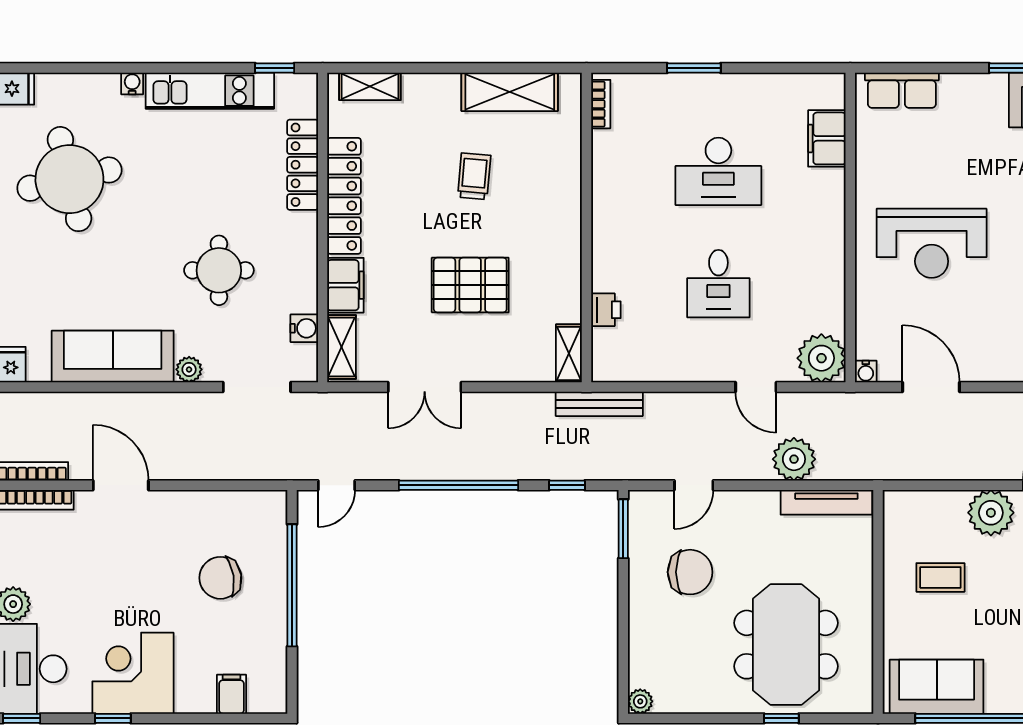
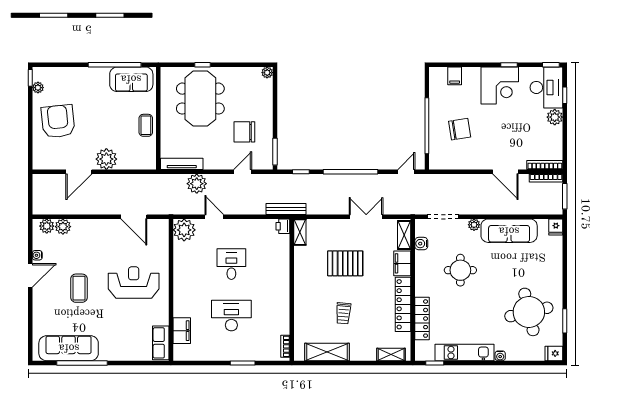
row of seats: (902, 90) -> (161, 343), moved, turned -90
printer: (606, 310) -> (283, 226), moved
water cooler: (866, 372) -> (164, 224), removed
coffee table: (940, 577) -> (146, 125), moved, turned 90

